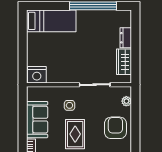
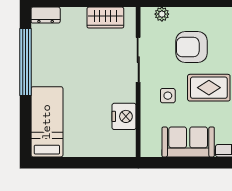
dresser: (126, 38) -> (46, 15), moved
nightstand: (37, 75) -> (124, 116), moved
armchair: (115, 128) -> (192, 47), moved

